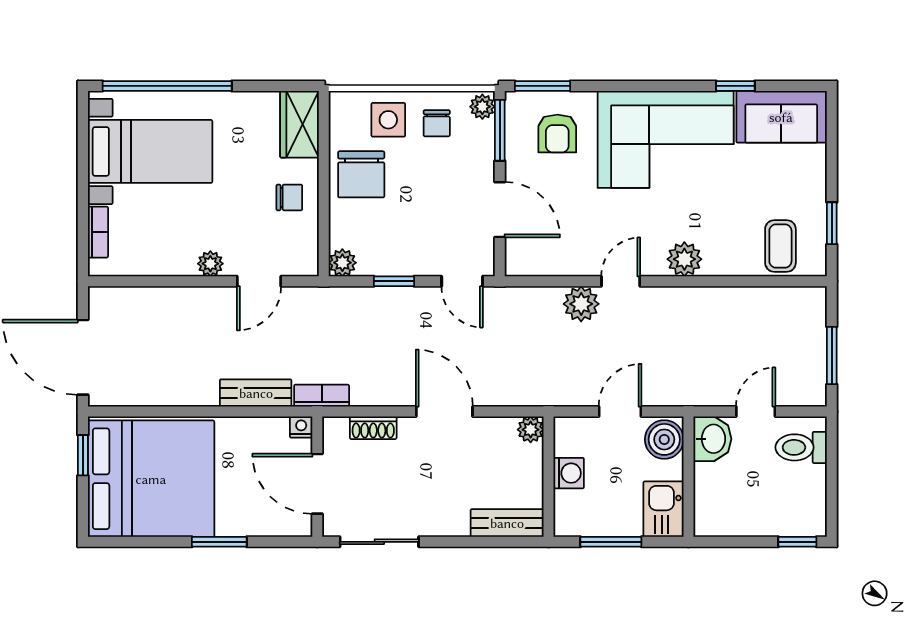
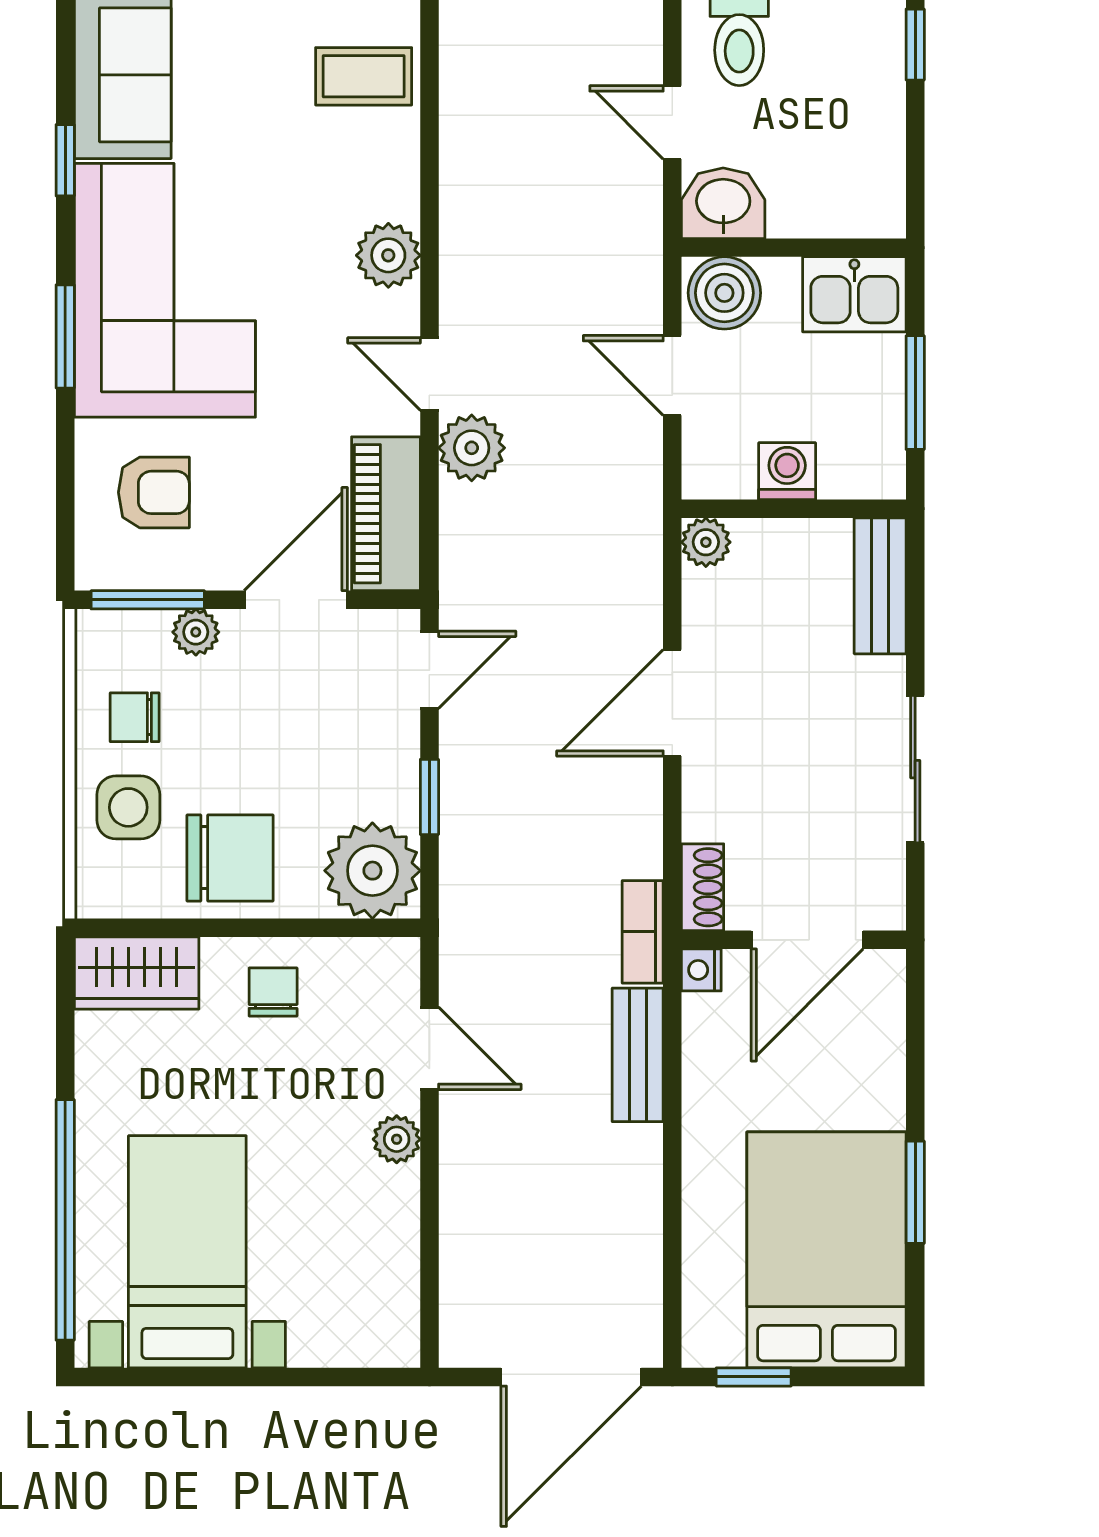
window: (543, 86) -> (65, 336), moved
plant: (482, 107) -> (196, 632), moved
chair: (437, 123) -> (135, 717), turned 180
bookcase: (98, 232) -> (338, 1349), removed
piano: (546, 258) -> (386, 514), added
plant: (342, 263) -> (372, 871), width x1.87, depth x1.87
shoe rack: (373, 428) -> (703, 887), moved
bed: (151, 479) -> (826, 1250), width x0.73
window: (219, 542) -> (915, 1192), moved
sliding door: (379, 542) -> (915, 769), moved

